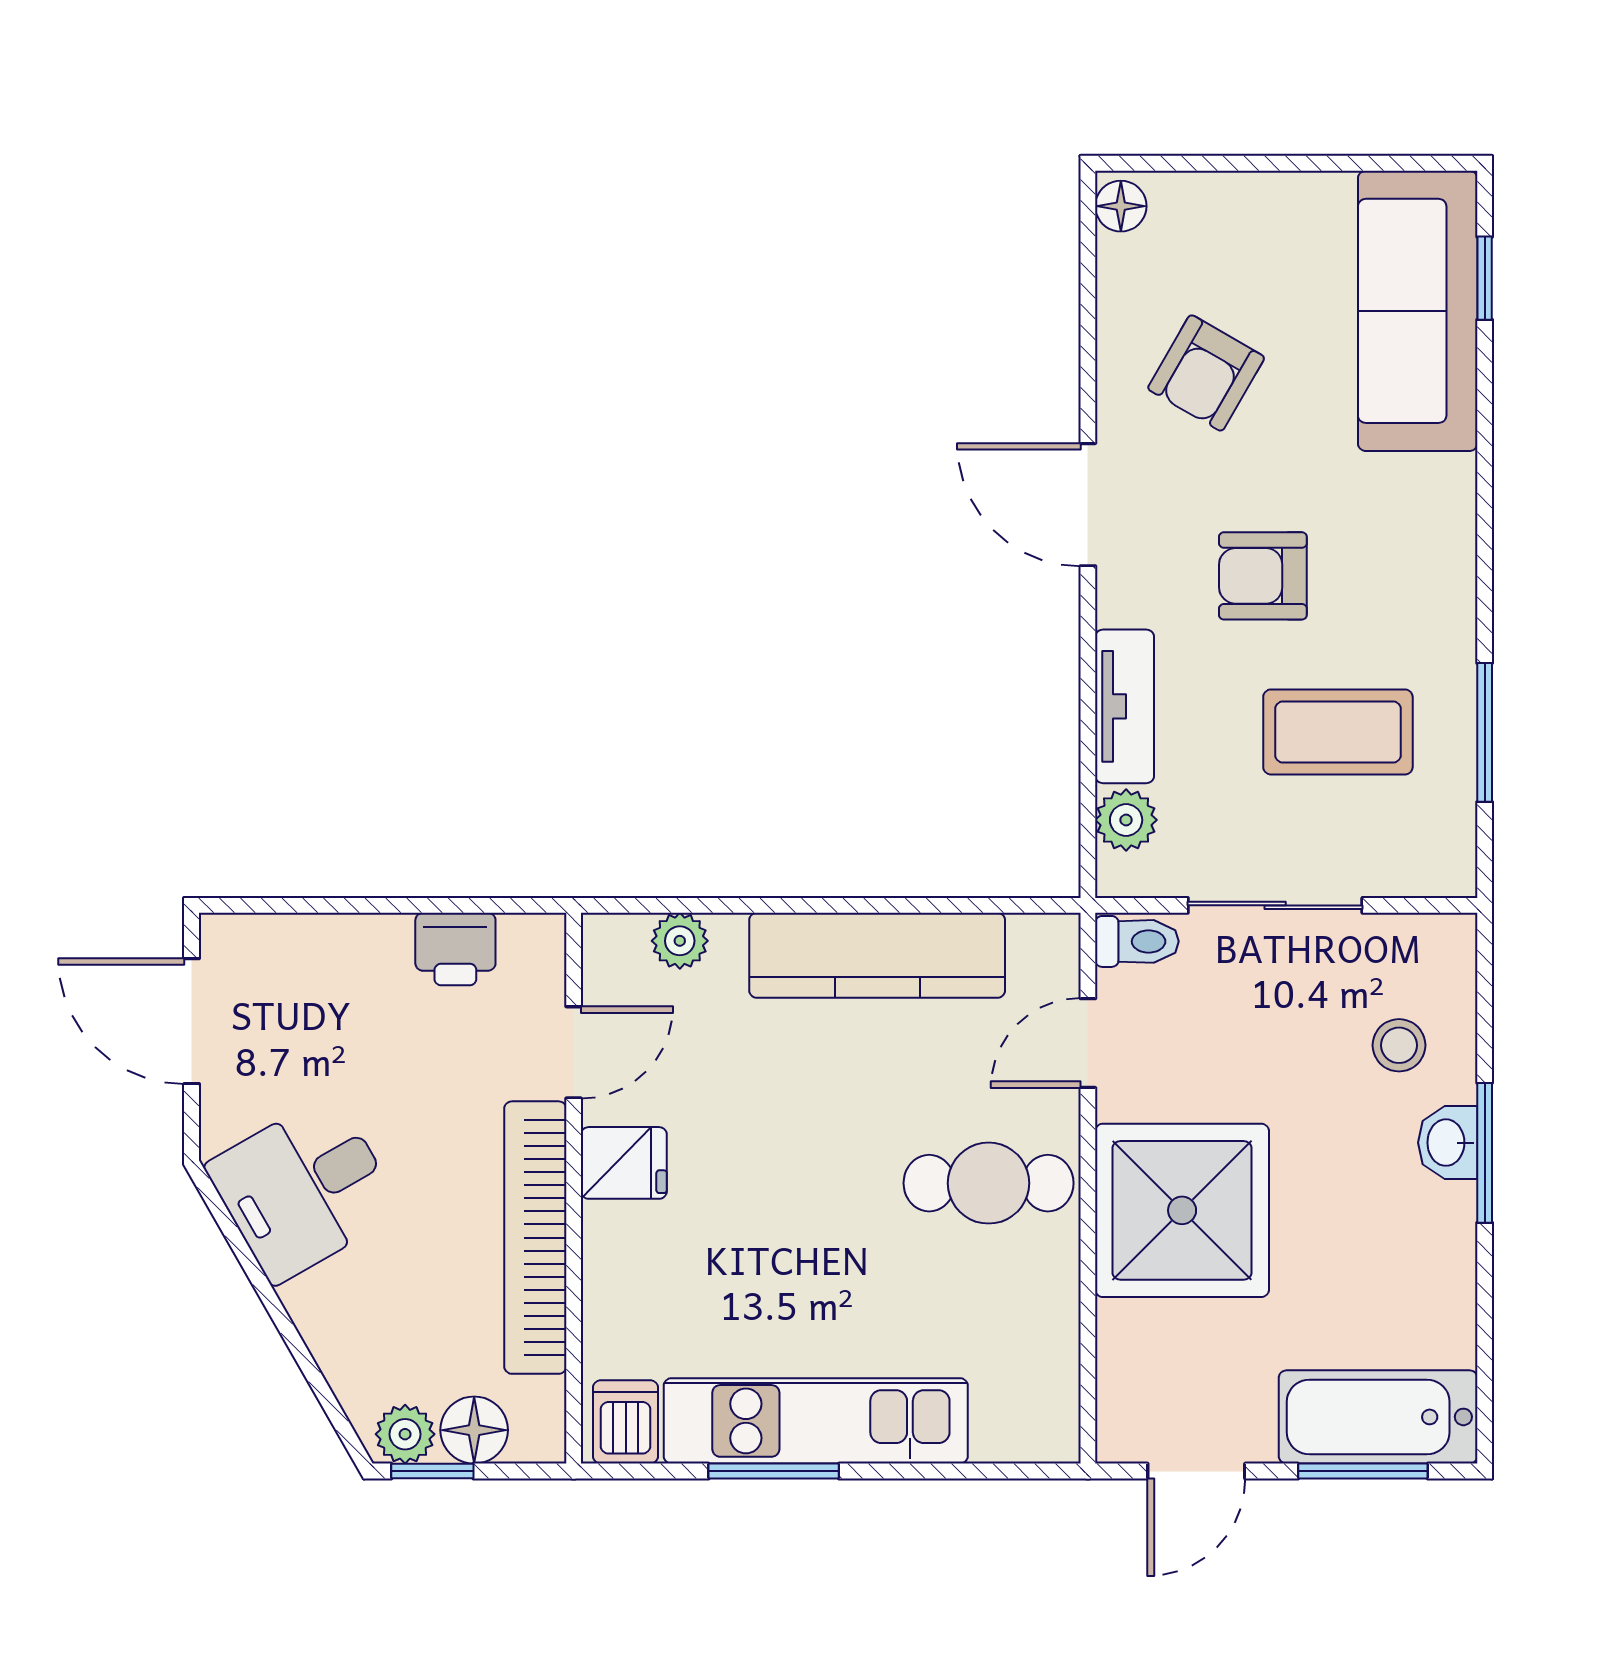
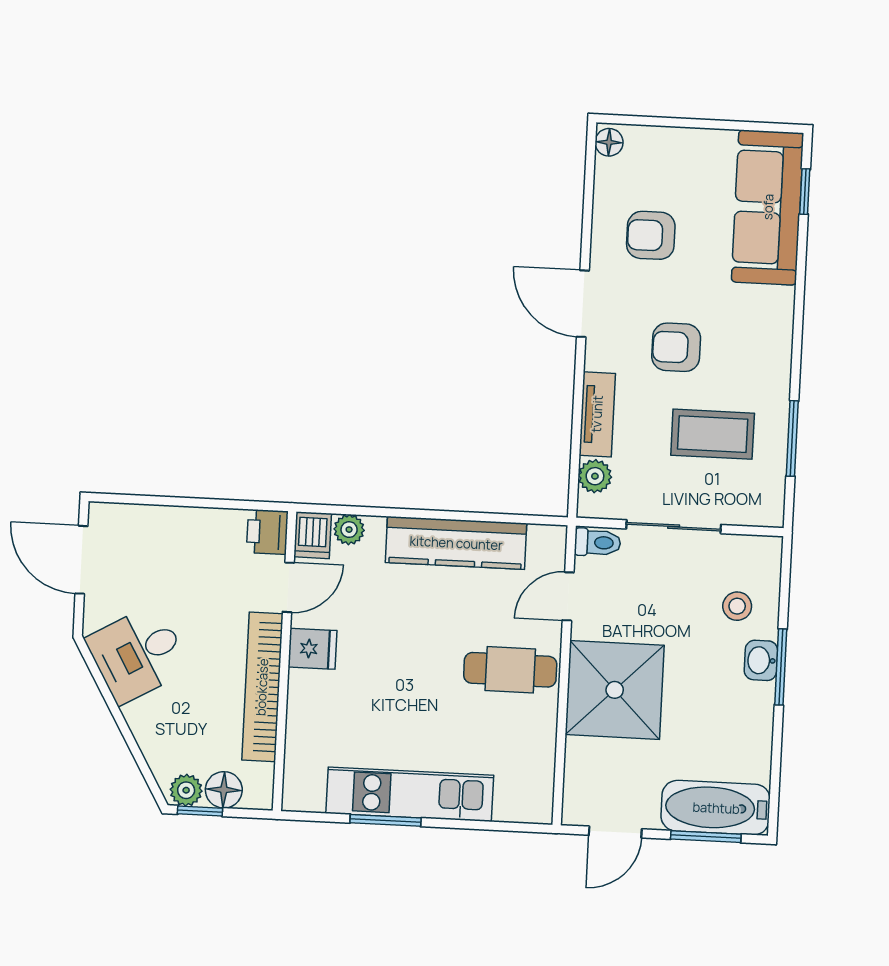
armchair: (1206, 373) -> (651, 235), turned 60
printer: (455, 949) -> (267, 532), moved, turned 90
dishwasher: (626, 1422) -> (313, 535), moved, turned 180

